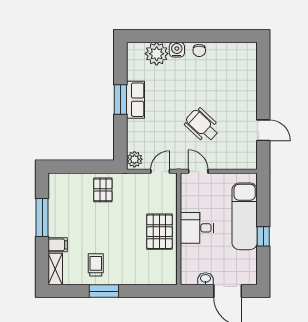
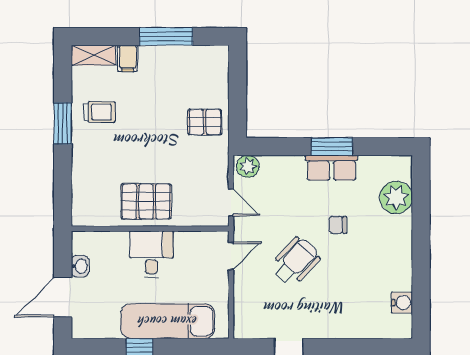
water cooler: (177, 50) -> (402, 303), moved
chair: (199, 50) -> (338, 225), moved

